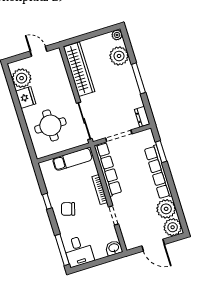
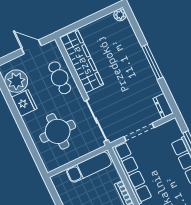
plant: (119, 56) -> (126, 39), removed
cafe table: (59, 81) -> (60, 78), added

